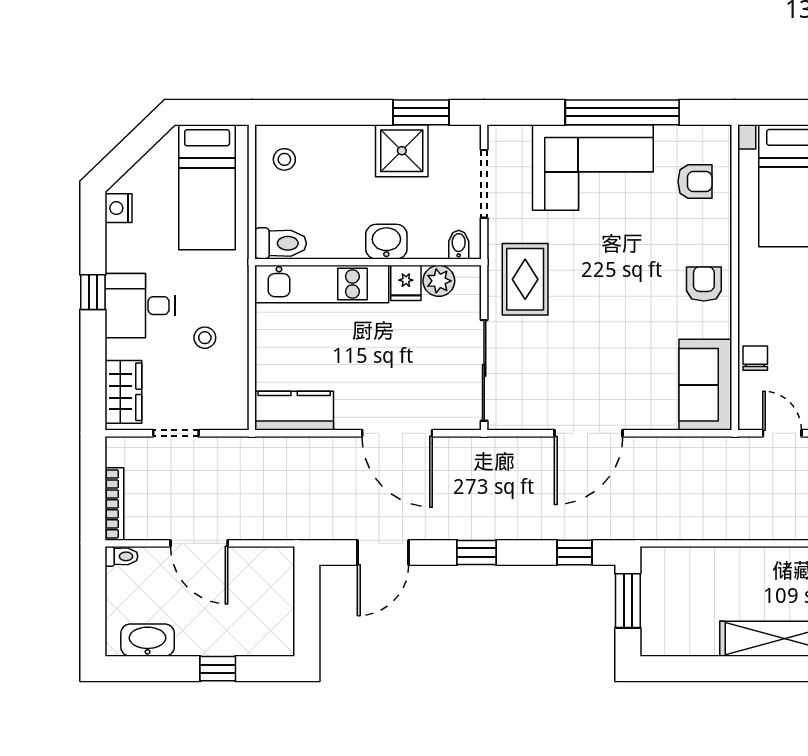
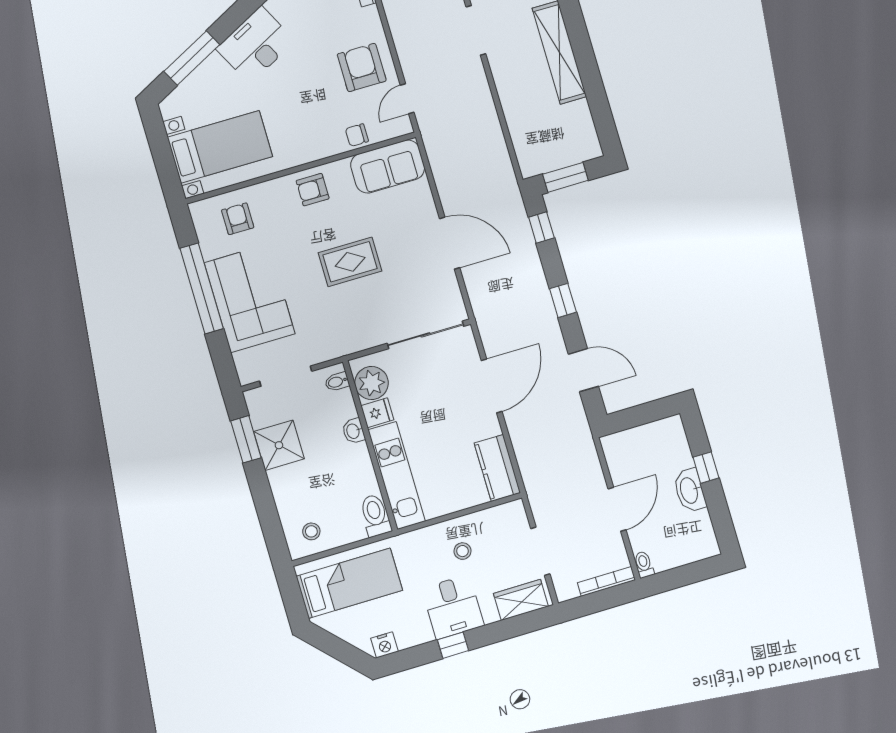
washbasin: (386, 242) -> (353, 431), width x0.72, depth x0.69
rug: (525, 279) -> (350, 262), moved
plant: (439, 281) -> (372, 383), width x1.36, depth x1.36
doorway: (176, 433) -> (540, 551), width x1.38
washbasin: (148, 640) -> (690, 490), moved

